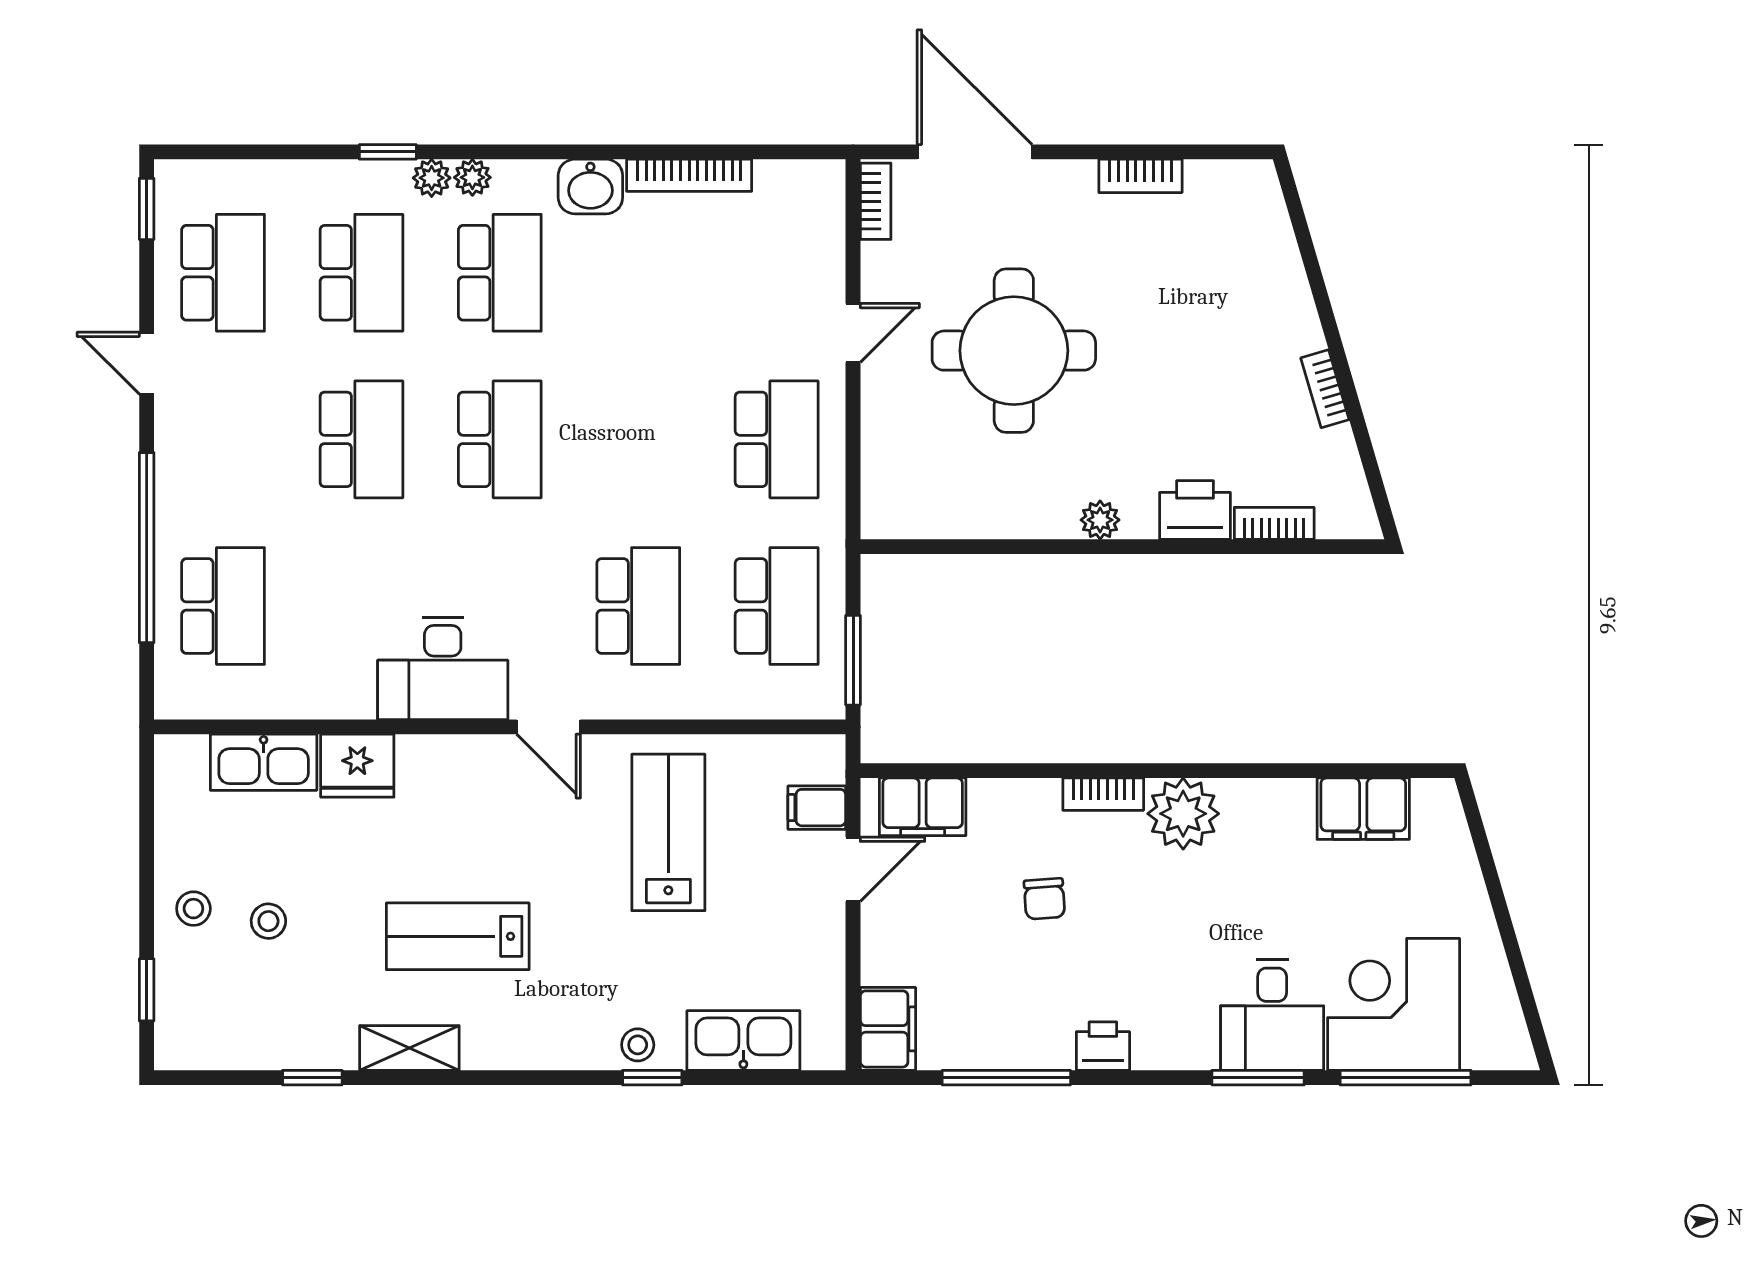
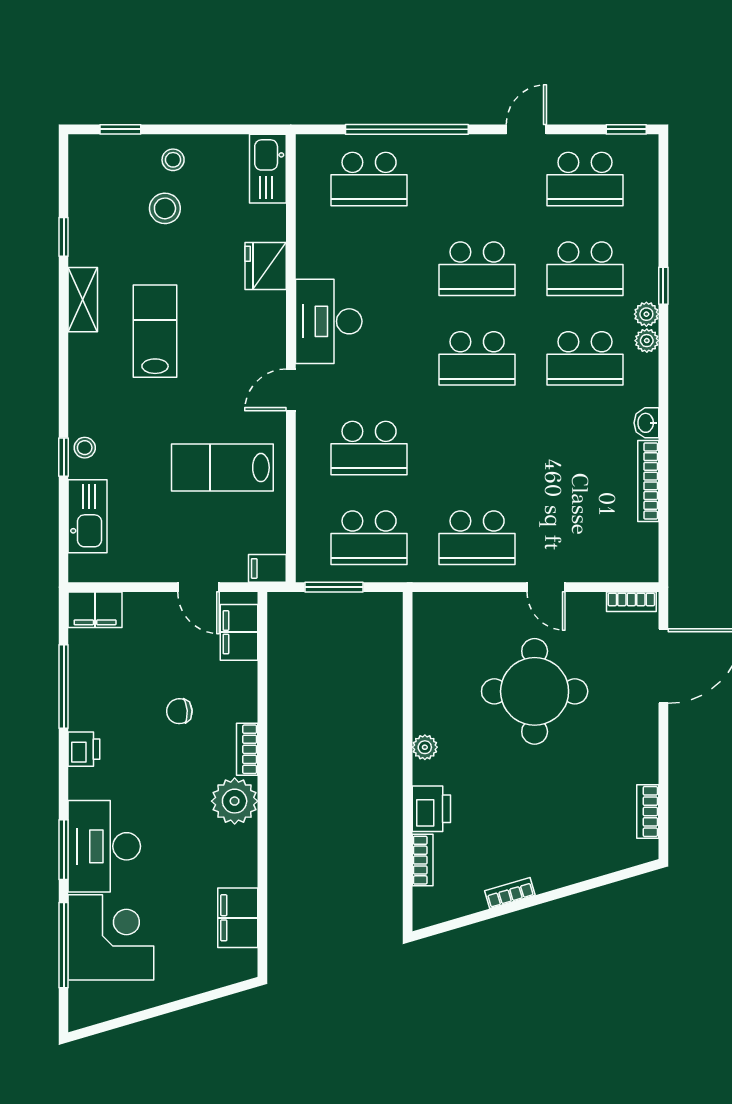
bookcase: (1140, 176) -> (648, 812), moved
washbasin: (590, 187) -> (646, 423), width x0.72, depth x0.69
kitchen sink: (264, 762) -> (268, 169), moved
filing cabinet: (817, 808) -> (267, 568), moved, turned -90
lab bench: (668, 832) -> (222, 468), turned 180
stool: (268, 921) -> (165, 208), width x1.37, depth x1.37
desk: (1272, 1015) -> (104, 846), width x1.37

